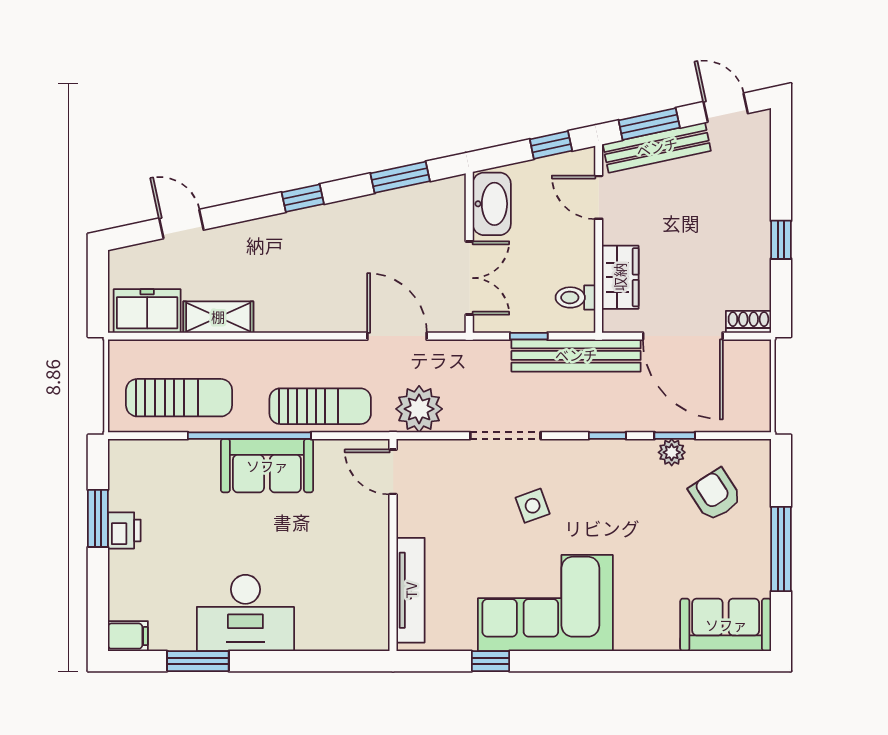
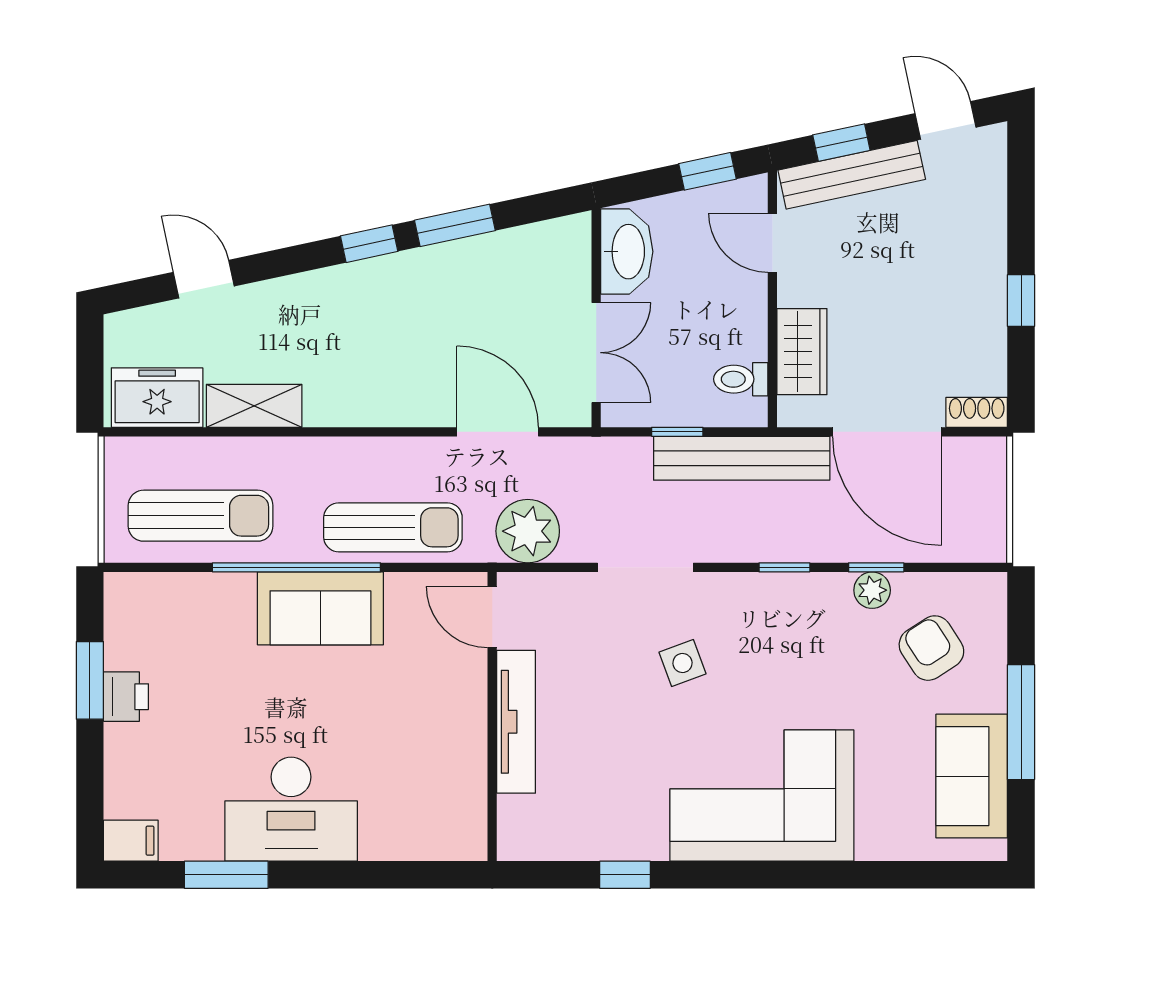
window: (649, 124) -> (841, 143), width x0.67
window: (400, 177) -> (455, 225), moved
tv unit: (411, 590) -> (516, 722), moved
corner sofa: (545, 603) -> (762, 796), moved
sofa: (726, 625) -> (972, 776), moved, turned -90

